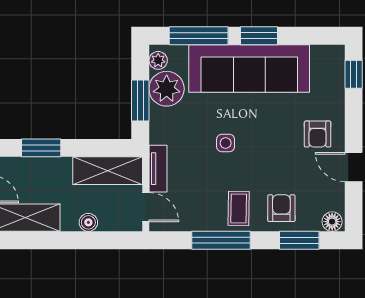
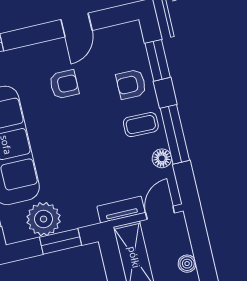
plant: (158, 60) -> (19, 233), removed
armchair: (318, 134) -> (64, 84), moved
side table: (226, 143) -> (82, 151), removed
floor lamp: (332, 222) -> (162, 158), moved

